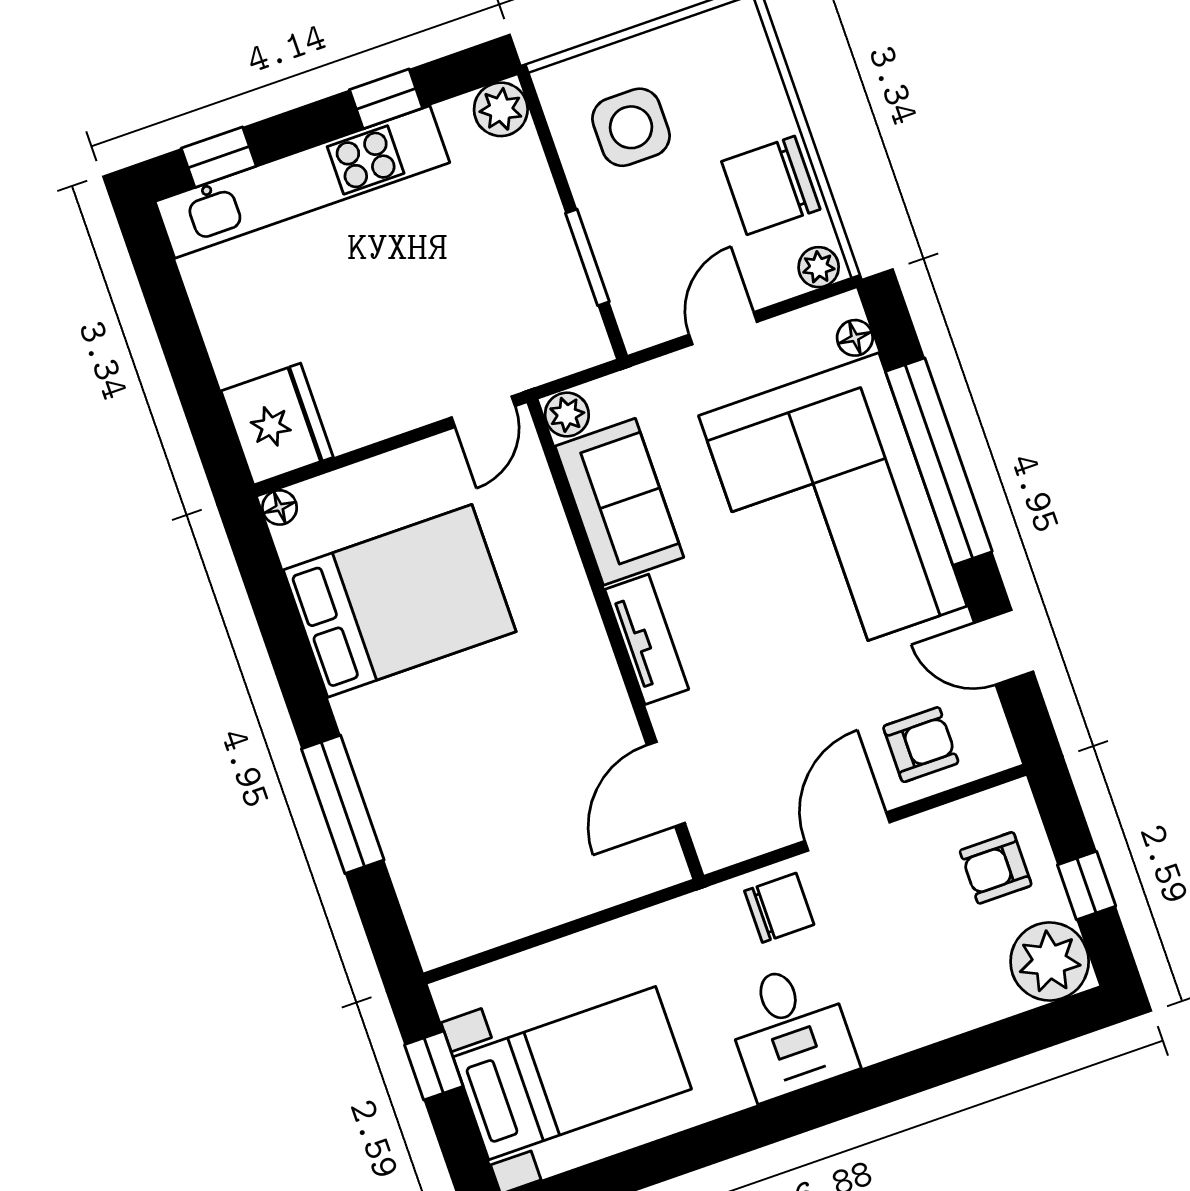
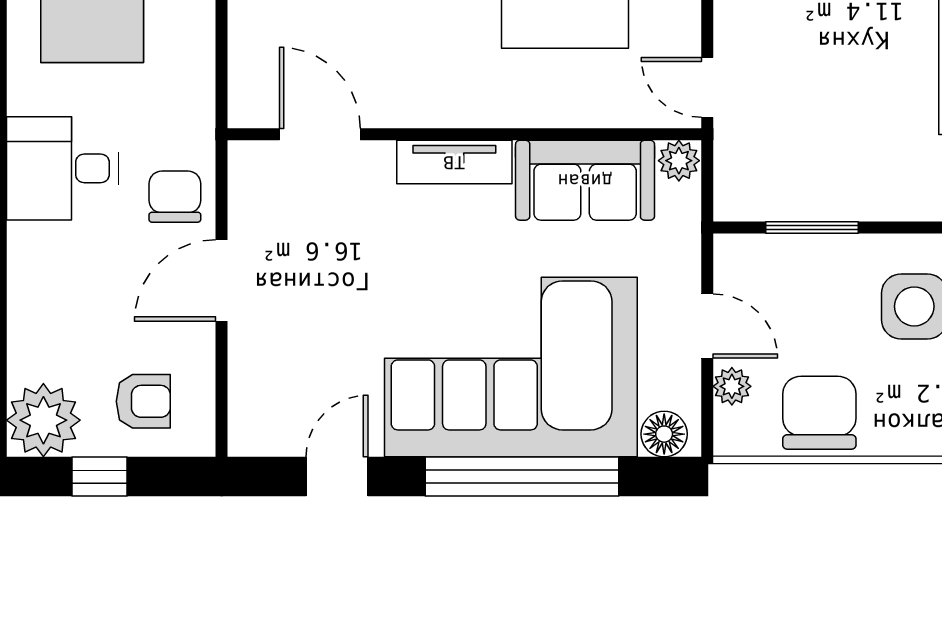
plant: (819, 267) -> (732, 386), moved
floor lamp: (855, 338) -> (664, 434), width x1.37, depth x1.37
armchair: (921, 745) -> (276, 373), removed
door: (847, 832) -> (222, 281), swing flipped
armchair: (996, 868) -> (143, 401), turned 90
chair: (779, 908) -> (175, 197), turned 180

